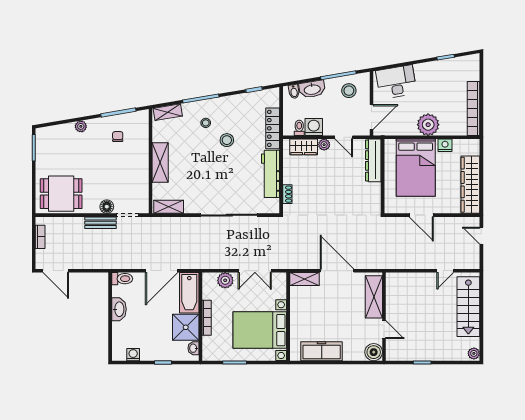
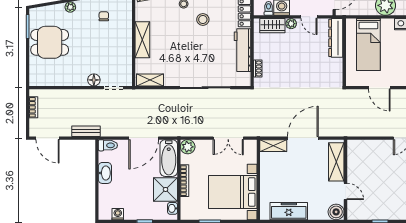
bed: (416, 168) -> (368, 45), width x0.67
dining table: (61, 194) -> (50, 42), moved
bench: (101, 223) -> (86, 131), moved
door: (337, 271) -> (303, 138), hinge flipped
plant: (225, 280) -> (188, 147), moved

